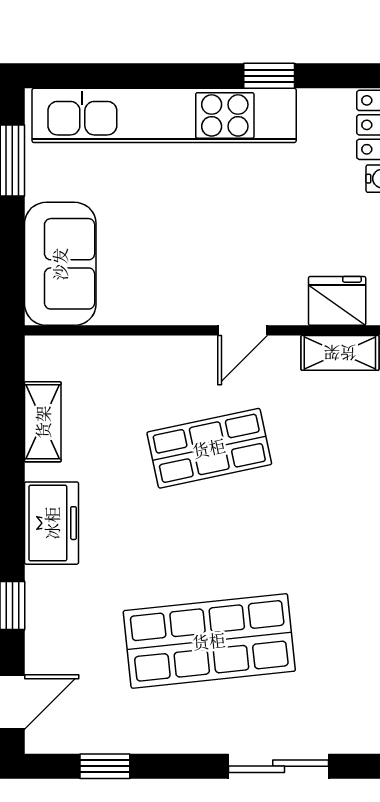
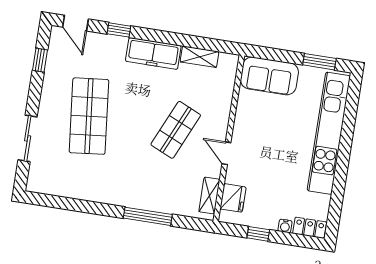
window: (269, 76) -> (339, 183), removed
shop shelf: (209, 448) -> (176, 130), turned 36
freezer: (52, 523) -> (153, 53), width x1.40

